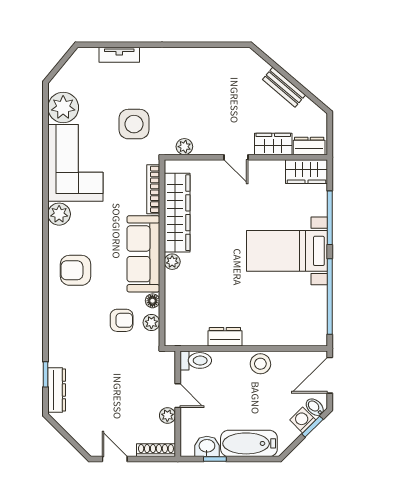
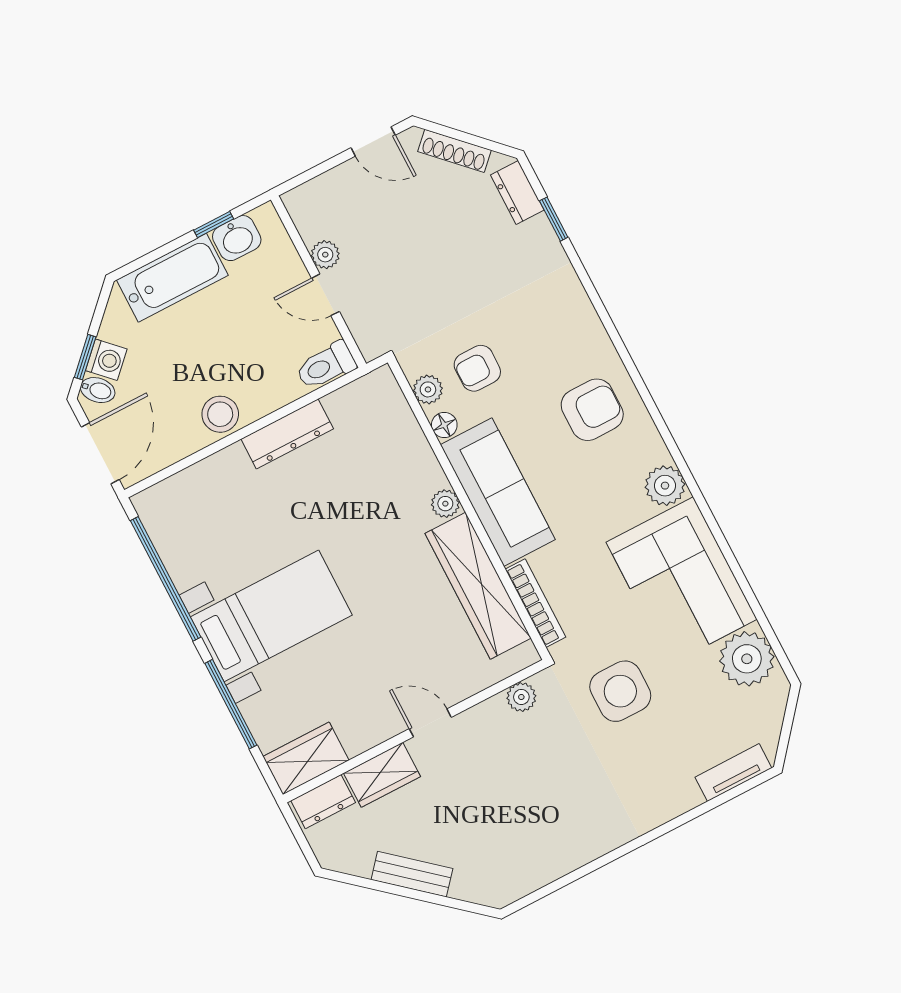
tv unit: (119, 55) -> (733, 773), moved
dresser: (225, 337) -> (287, 434), width x1.44
dresser: (57, 390) -> (517, 193), width x0.70
shoe rack: (156, 450) -> (454, 151), moved, turned 45

